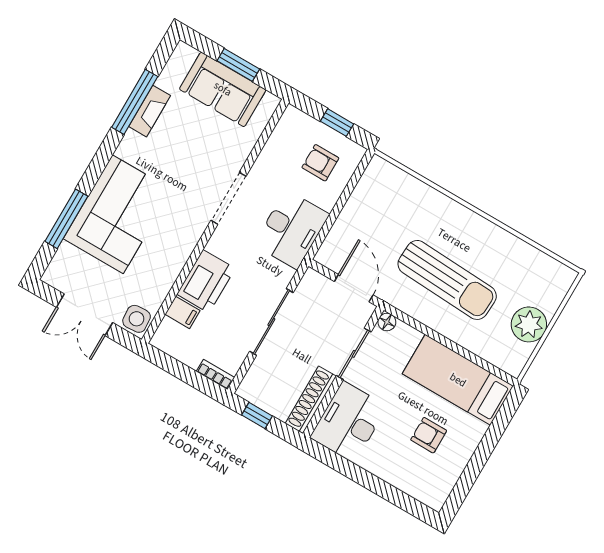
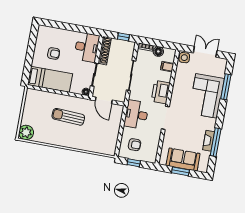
sun lounger: (447, 280) -> (68, 117), width x0.73, depth x0.75
printer: (206, 281) -> (161, 92), moved
plant: (529, 324) -> (26, 132), moved
floor lamp: (190, 354) -> (158, 51), added

